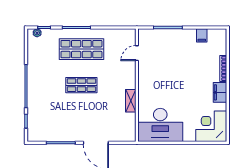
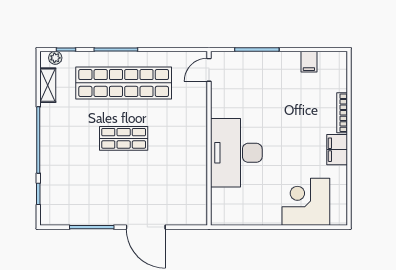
shop shelf: (81, 49) -> (124, 83), width x1.40
door: (137, 53) -> (209, 70), moved
shelving: (131, 101) -> (48, 85), moved
desk: (160, 125) -> (236, 153), moved, turned 90
corner desk: (211, 126) -> (306, 202), moved

